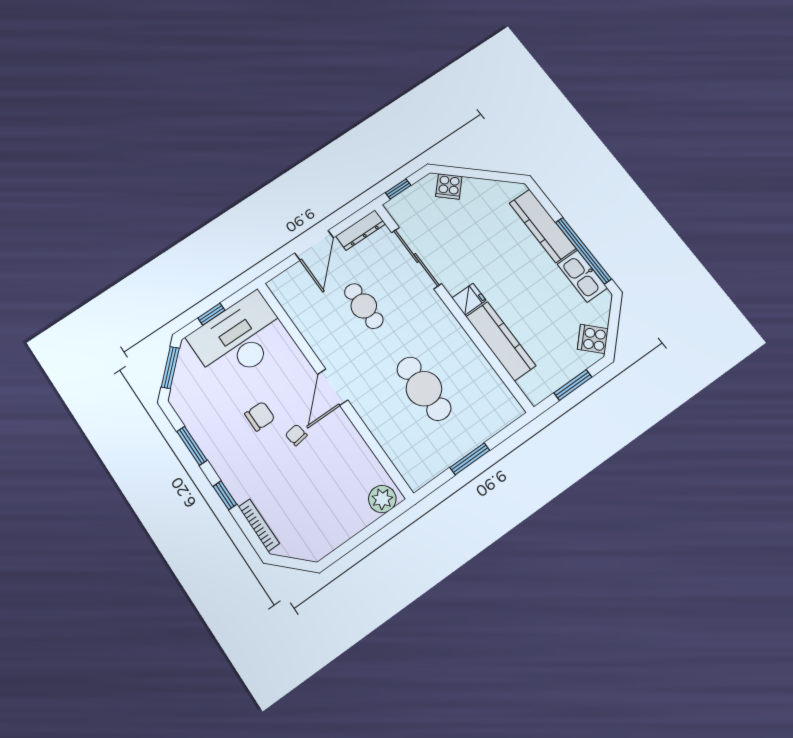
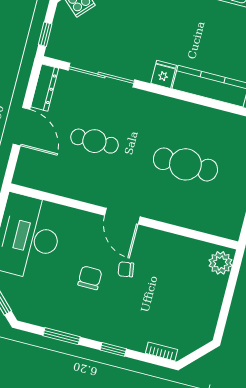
bookcase: (259, 525) -> (161, 351), width x0.64

